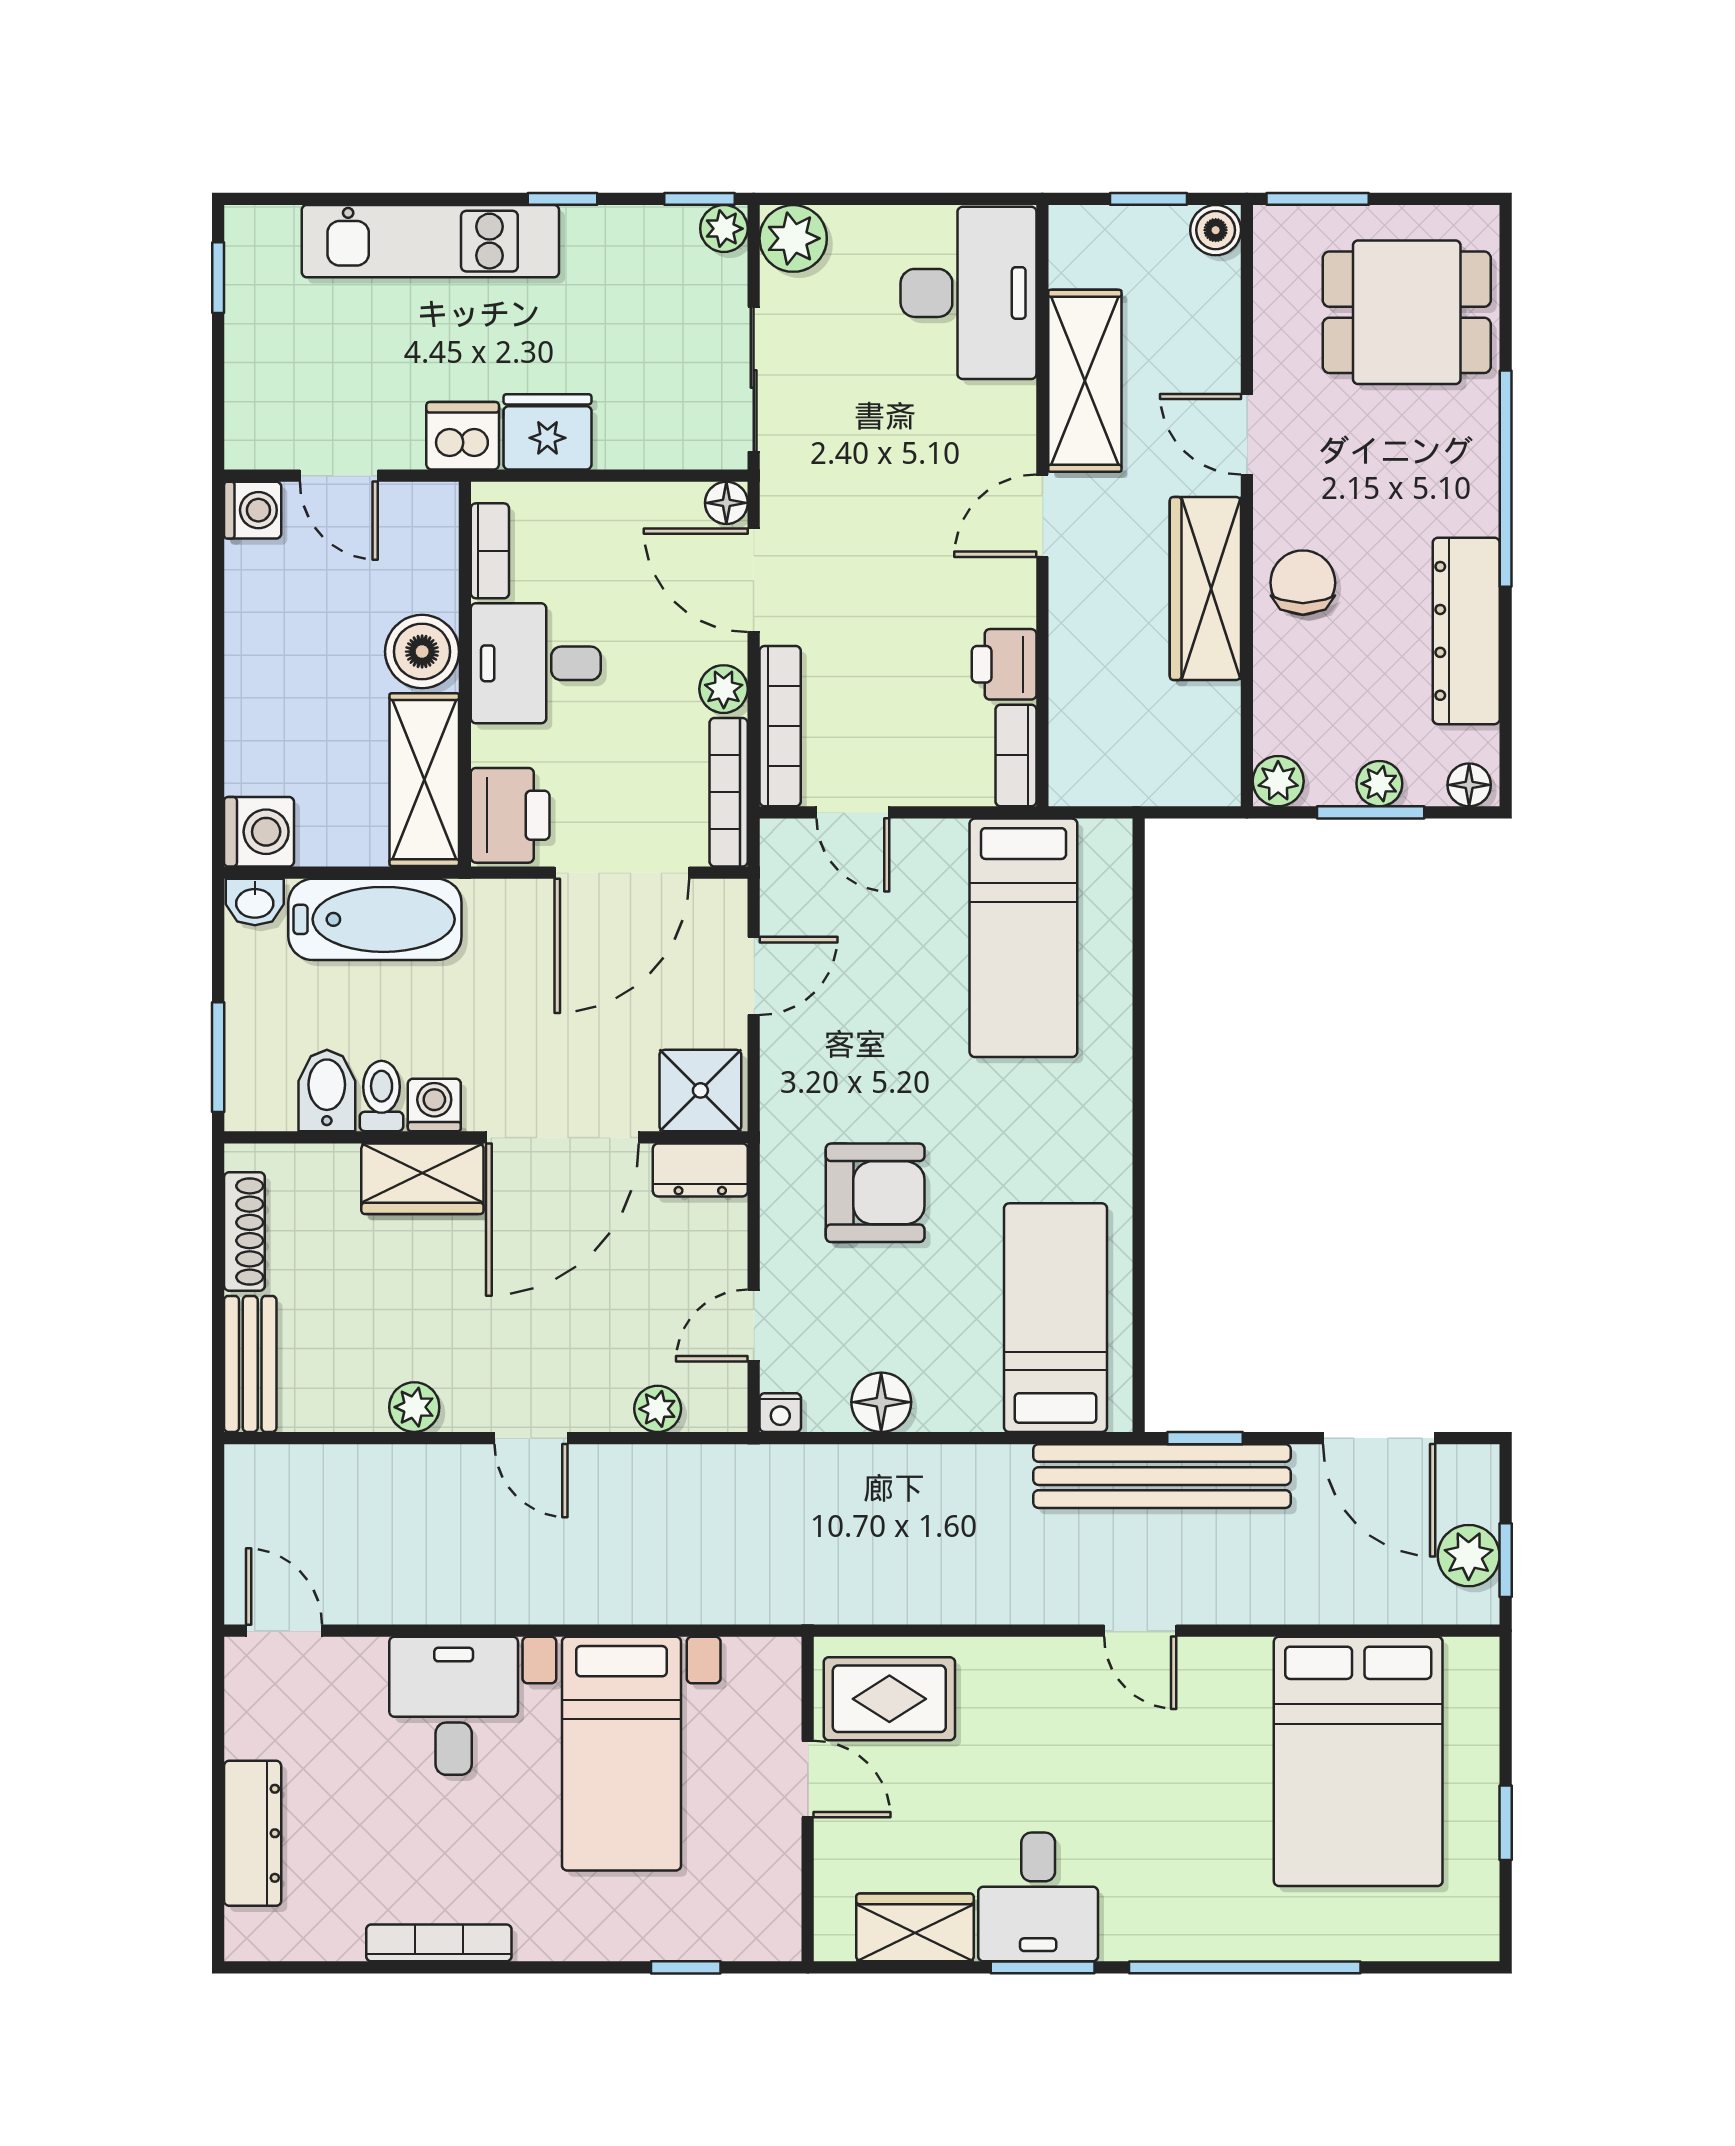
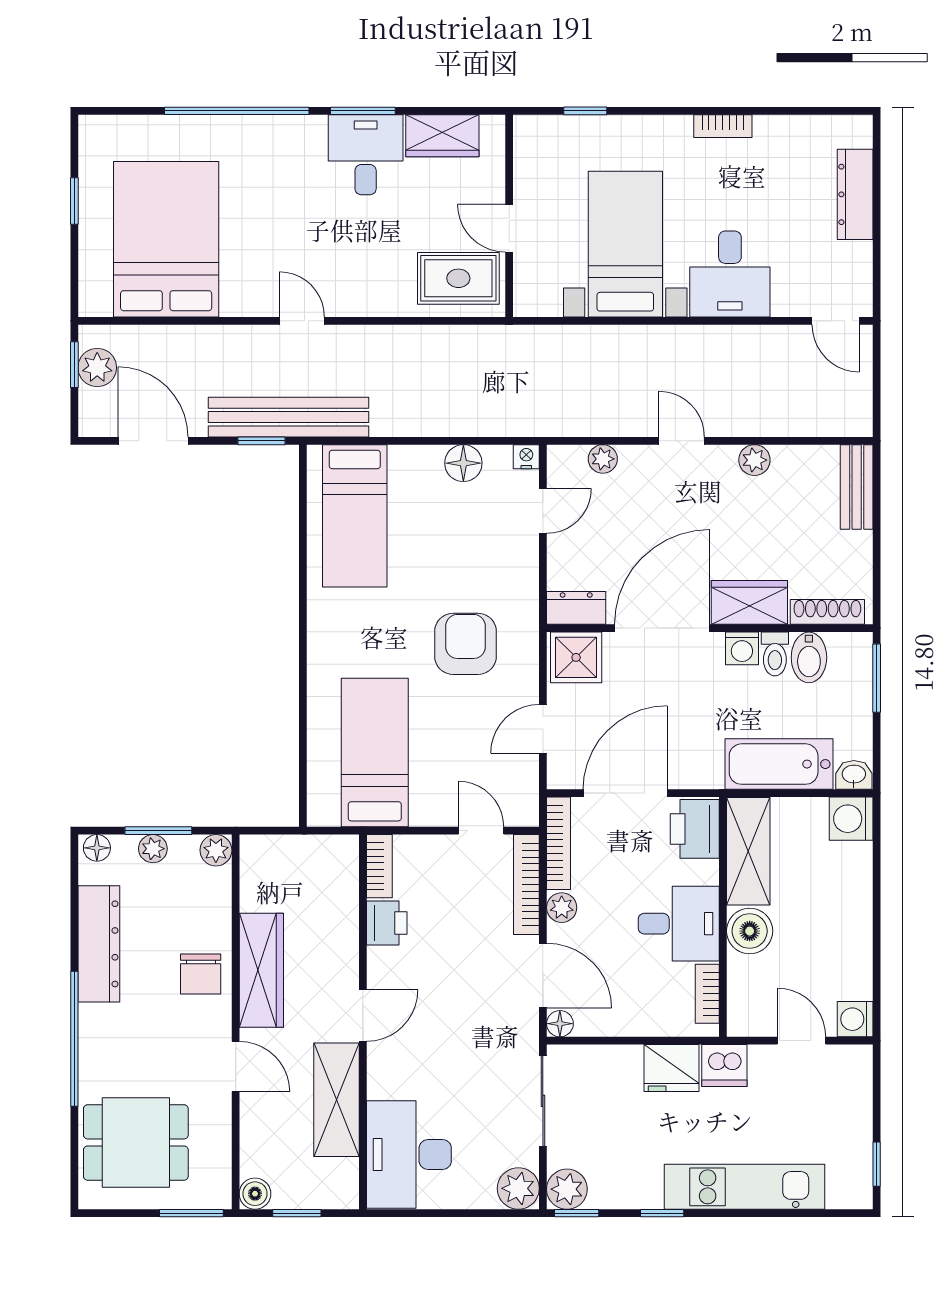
plant: (724, 229) -> (567, 1189), width x1.38, depth x1.38
armchair: (875, 1193) -> (466, 644), moved, turned 90
shoe rack: (244, 1232) -> (827, 612), moved, turned 90
bookcase: (439, 1943) -> (723, 126), width x0.64

